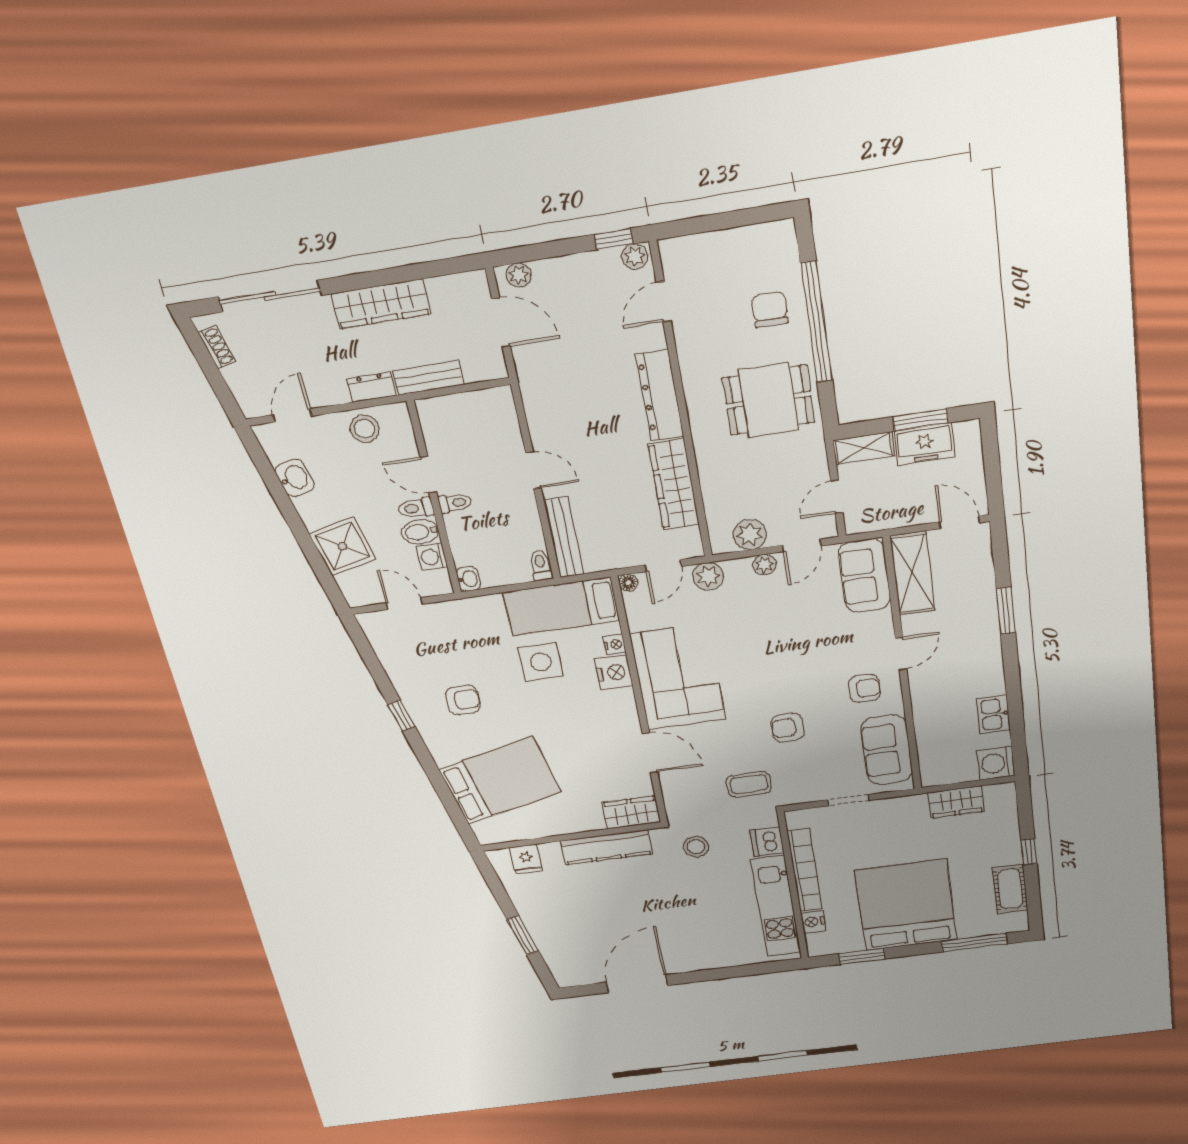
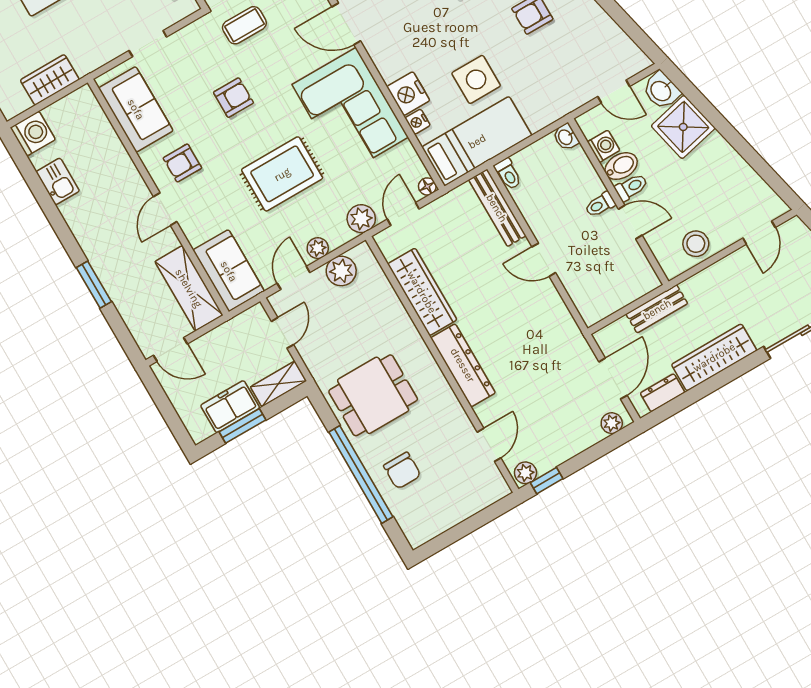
door: (501, 322) -> (613, 379), swing flipped
dresser: (371, 387) -> (663, 393), moved, turned 180
washbasin: (295, 478) -> (661, 91), moved
rug: (770, 645) -> (282, 174), added

